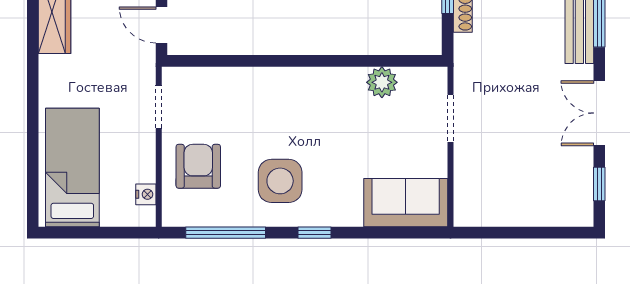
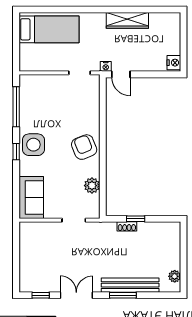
door: (162, 25) -> (121, 74), swing flipped
armchair: (198, 166) -> (84, 147), moved, turned -112
side table: (280, 181) -> (33, 145), moved
nightstand: (146, 194) -> (106, 66), moved

